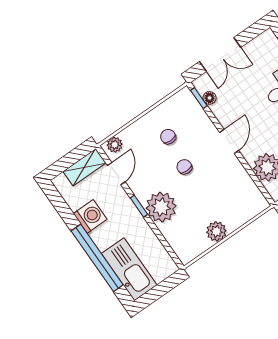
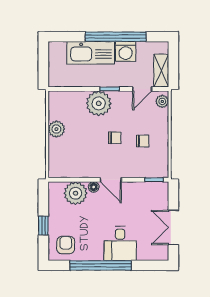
double door: (220, 55) -> (173, 227), moved
floor lamp: (210, 98) -> (94, 187), moved
door: (116, 174) -> (142, 89), hinge flipped
window: (97, 258) -> (116, 37), moved
kitchen sink: (129, 269) -> (91, 53), moved

